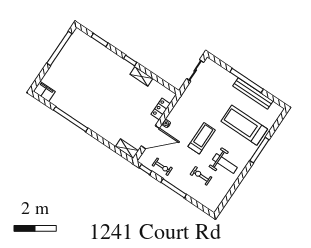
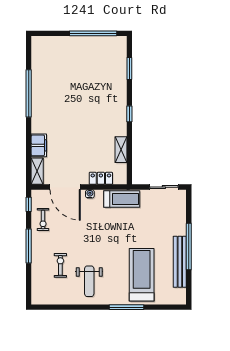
shelving: (141, 76) -> (121, 150), moved
filing cabinet: (44, 91) -> (39, 145), moved
treadmill: (202, 138) -> (122, 199), moved

